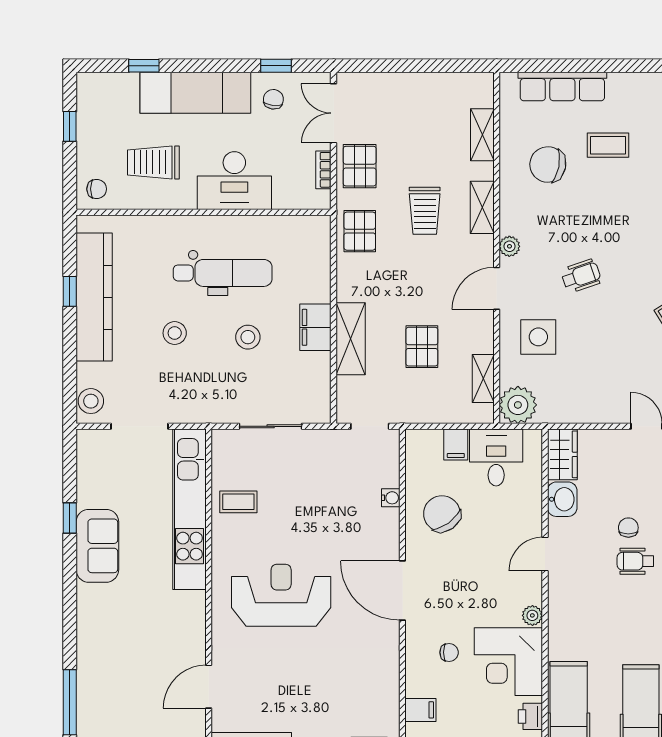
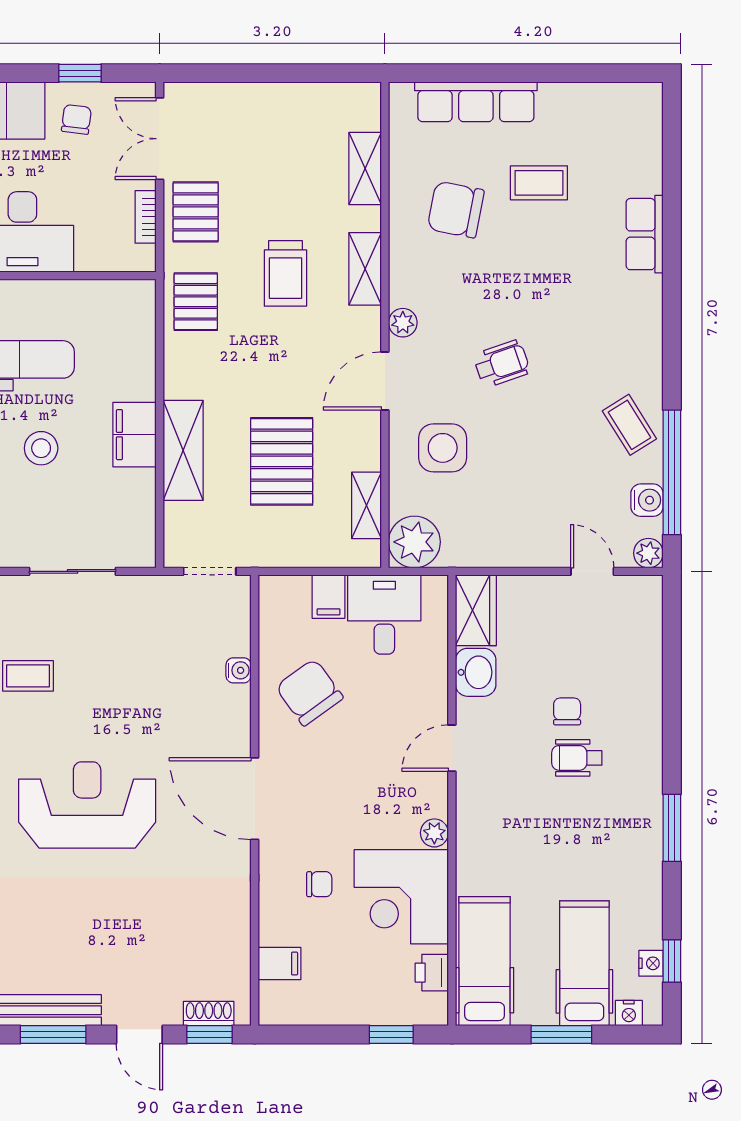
pallet: (422, 347) -> (282, 461), width x1.50, depth x1.42

